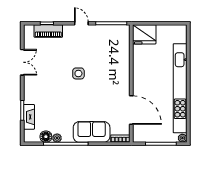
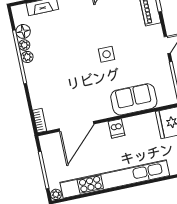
dishwasher: (140, 78) -> (116, 128), added
sofa: (92, 132) -> (134, 99), moved, turned -90
plant: (67, 138) -> (27, 57), added

